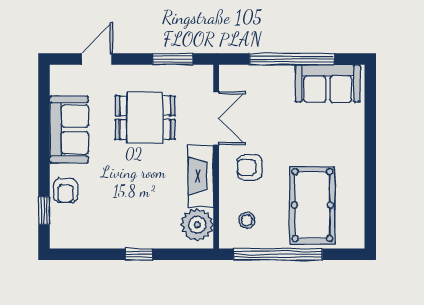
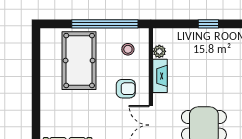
fireplace: (201, 176) -> (160, 76), width x0.73, depth x0.76
plant: (197, 225) -> (159, 51), width x0.53, depth x0.53

